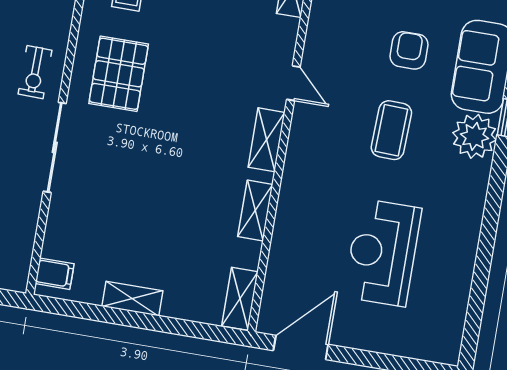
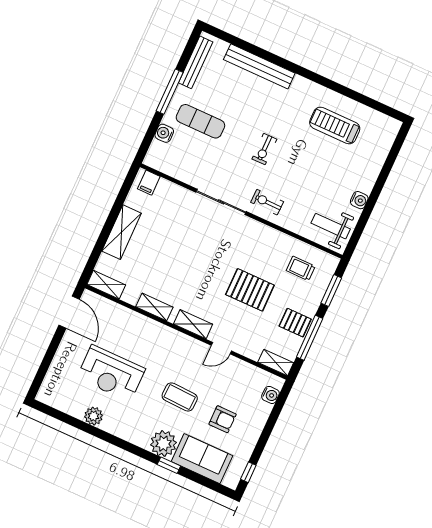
pallet: (119, 74) -> (250, 290), moved
reception desk: (383, 253) -> (111, 373), turned 180
plant: (460, 263) -> (94, 416), added
shelving: (132, 299) -> (122, 232), width x1.50, depth x1.33

